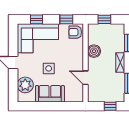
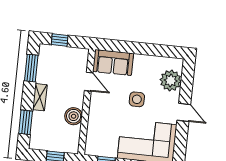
armchair: (75, 32) -> (96, 144), removed
sofa: (50, 94) -> (113, 62), moved

